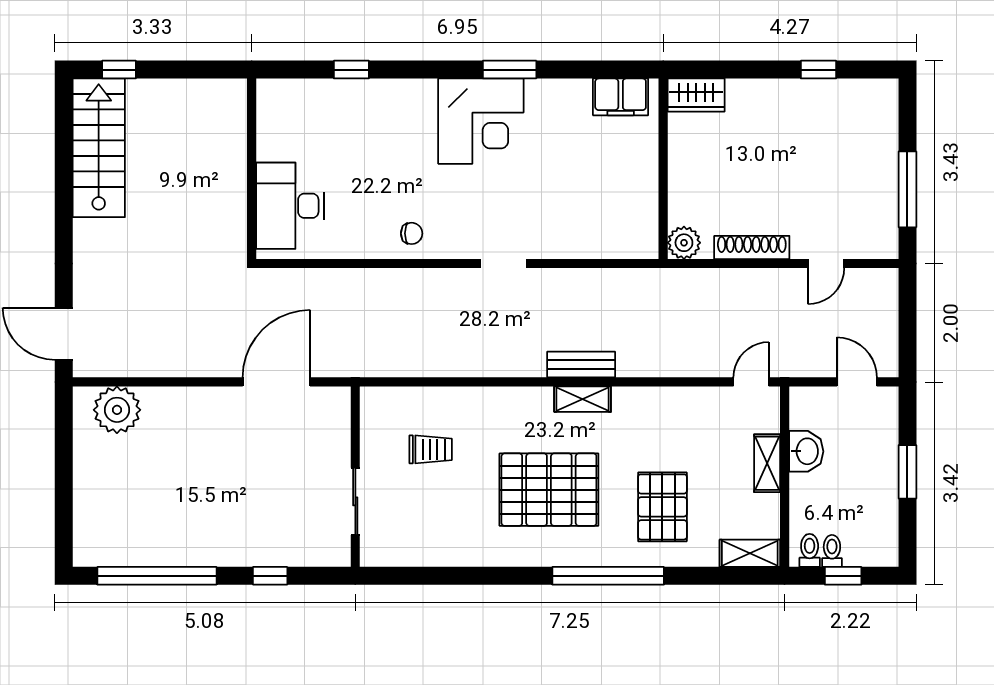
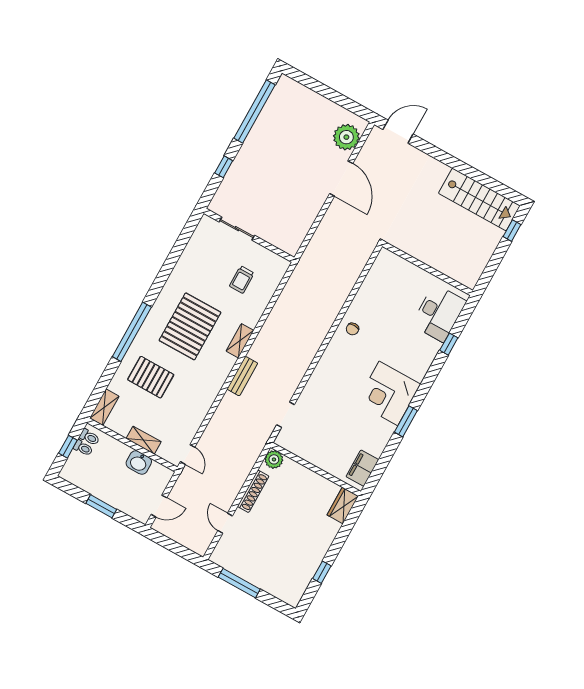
desk: (290, 206) -> (439, 313), moved, turned 90
doorway: (504, 264) -> (286, 415), moved
door: (276, 382) -> (341, 178), moved
shelving: (583, 399) -> (240, 341), moved

